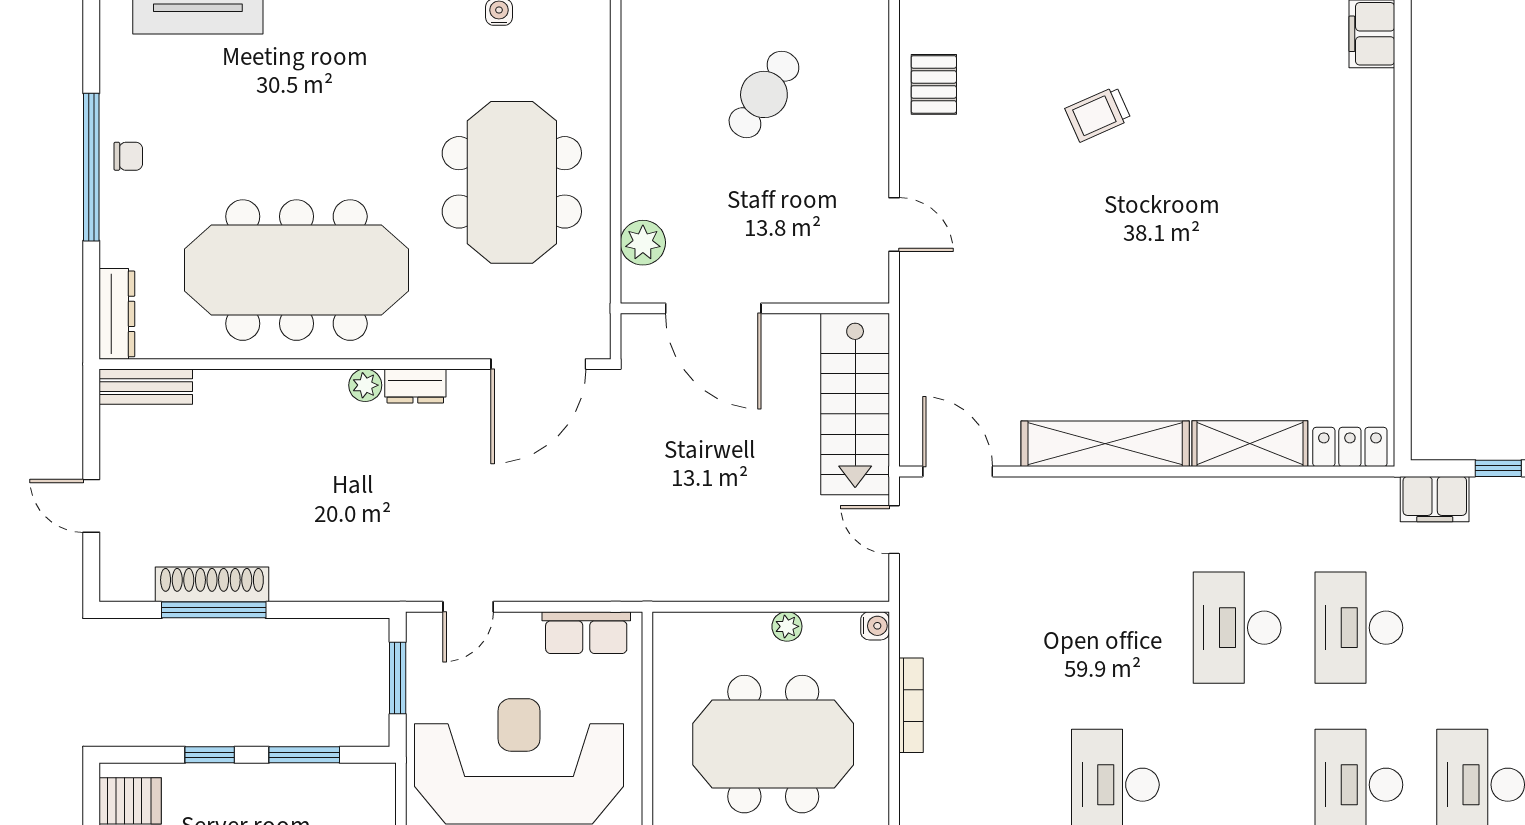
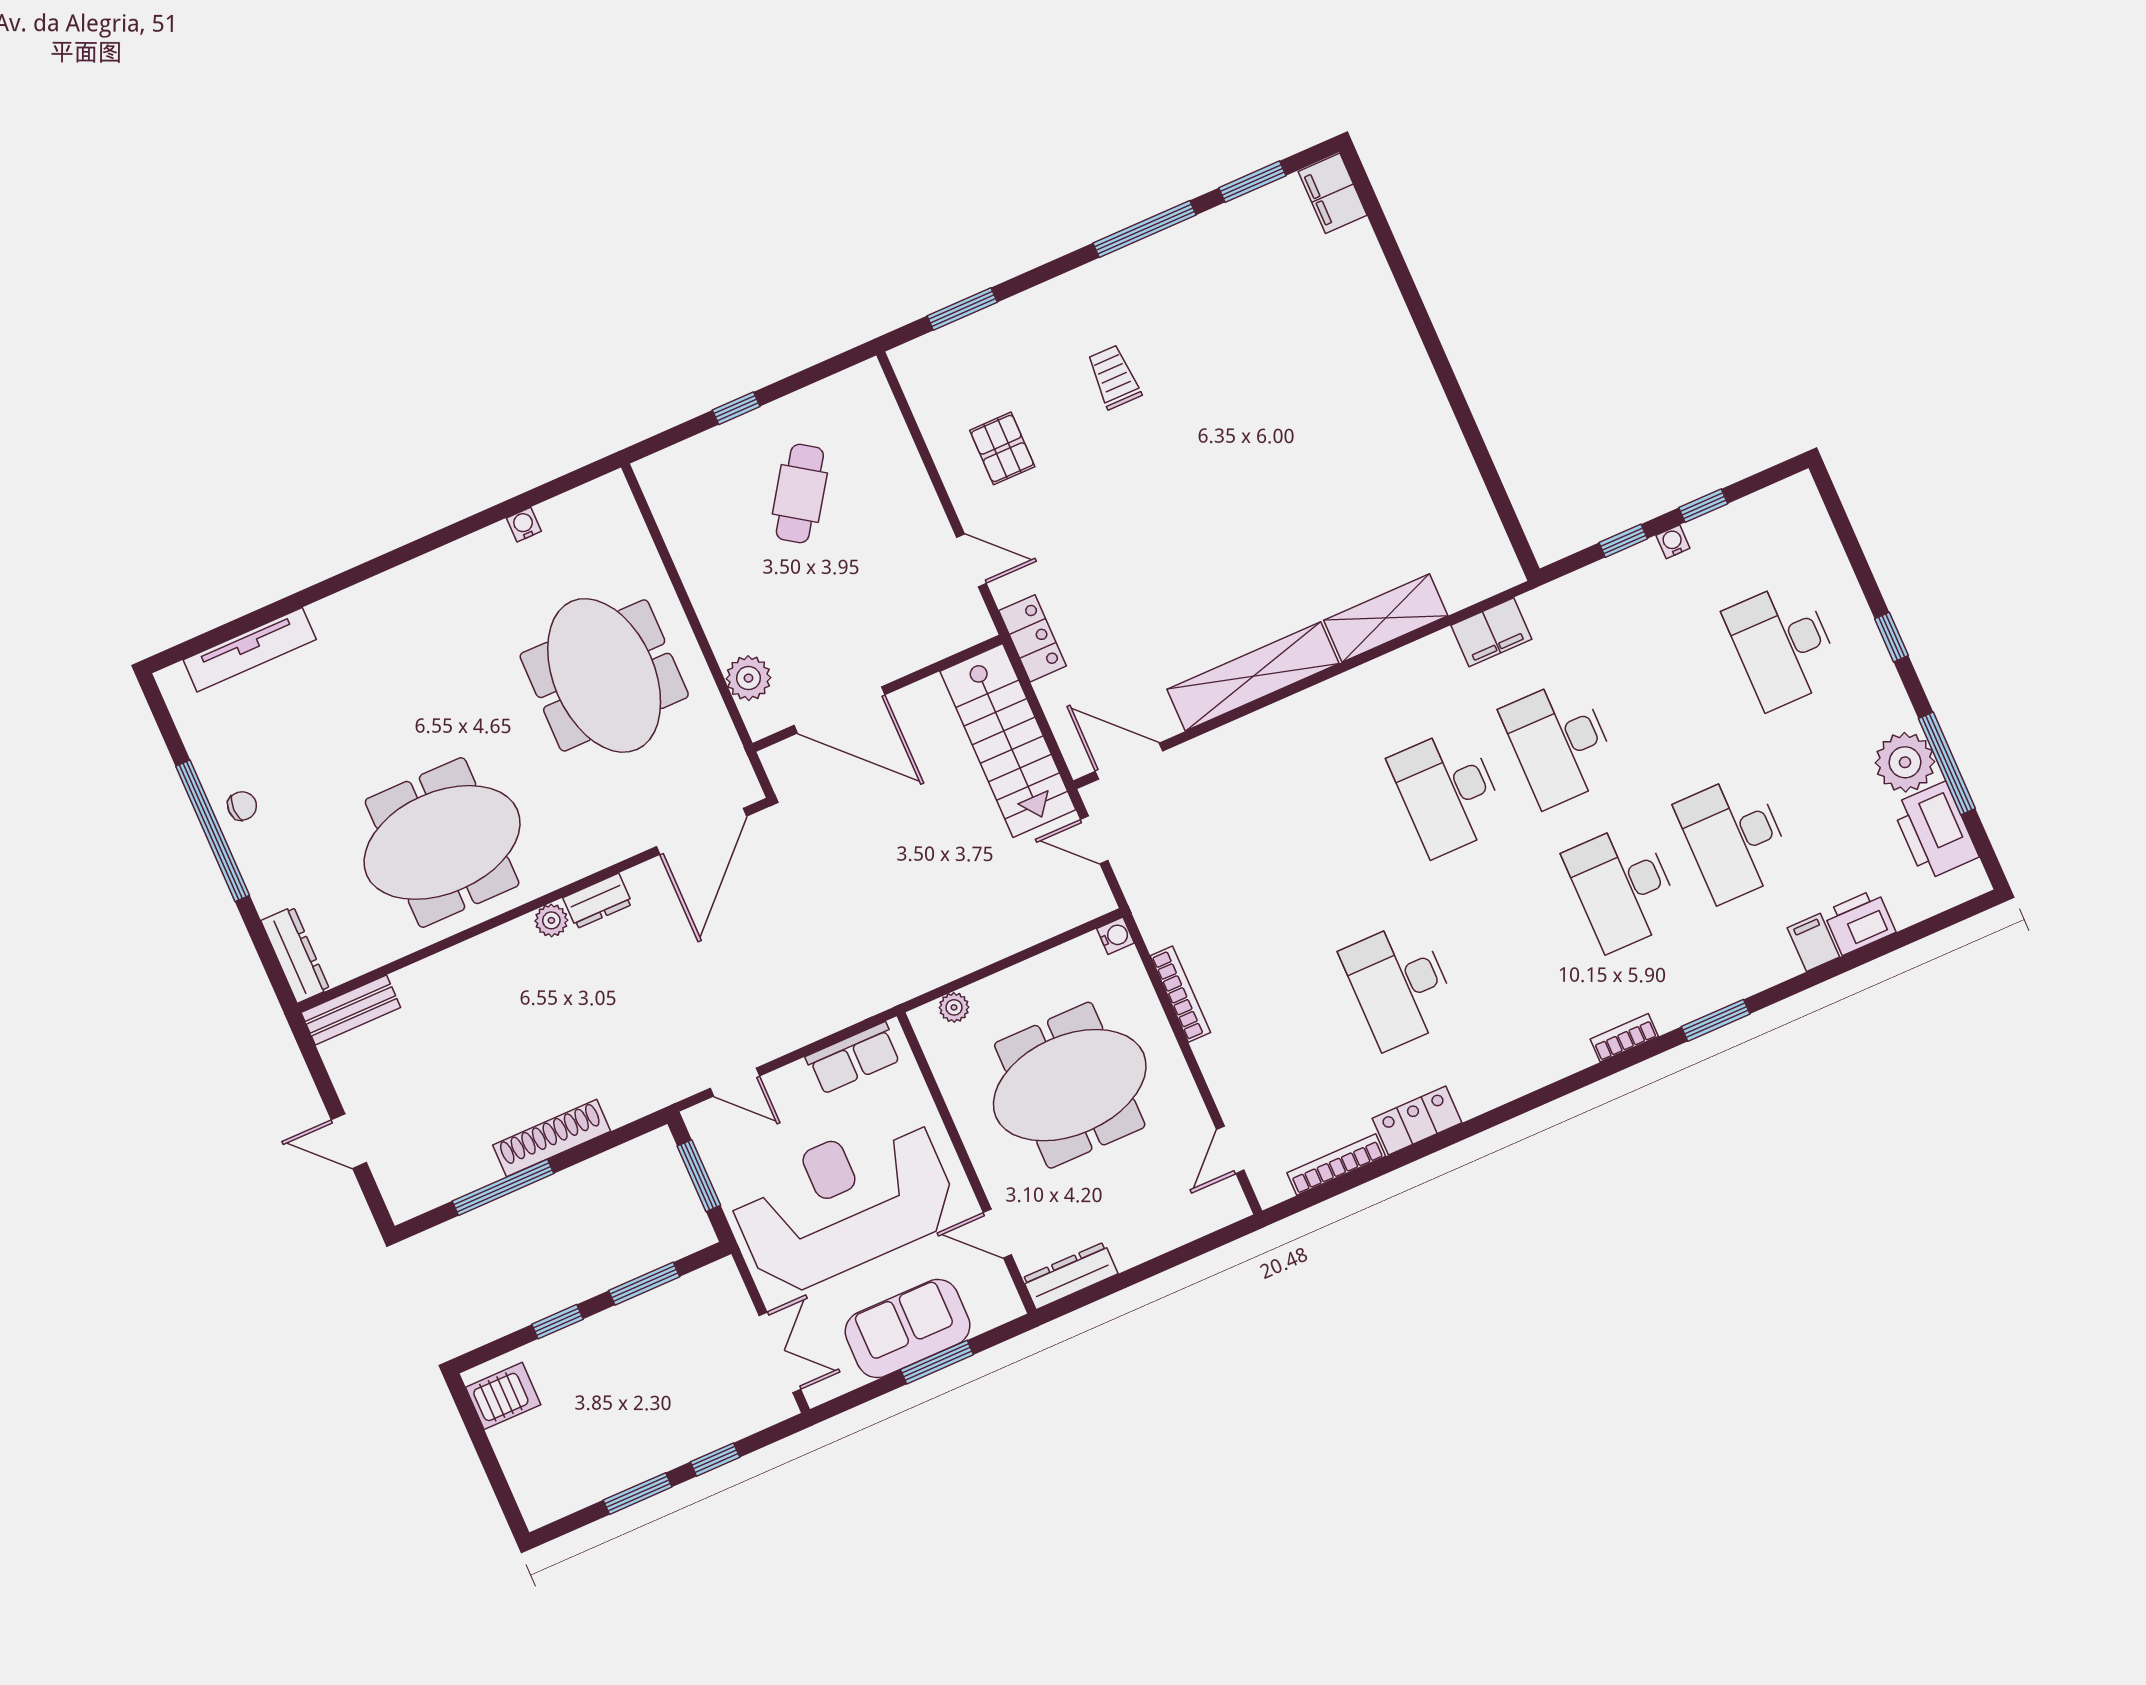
pallet: (934, 84) -> (1002, 448), moved
trolley: (1098, 114) -> (1114, 377), turned 114
meeting table: (296, 270) -> (442, 842), width x0.73
locker: (1350, 447) -> (1032, 638), moved, turned 90
filing cabinet: (1435, 499) -> (1491, 632), moved
shoe rack: (212, 584) -> (552, 1138), moved
door: (468, 607) -> (735, 1082), hinge flipped
plant: (787, 626) -> (954, 1007), moved

